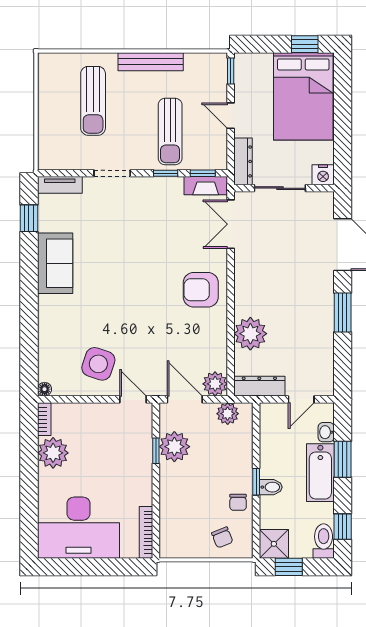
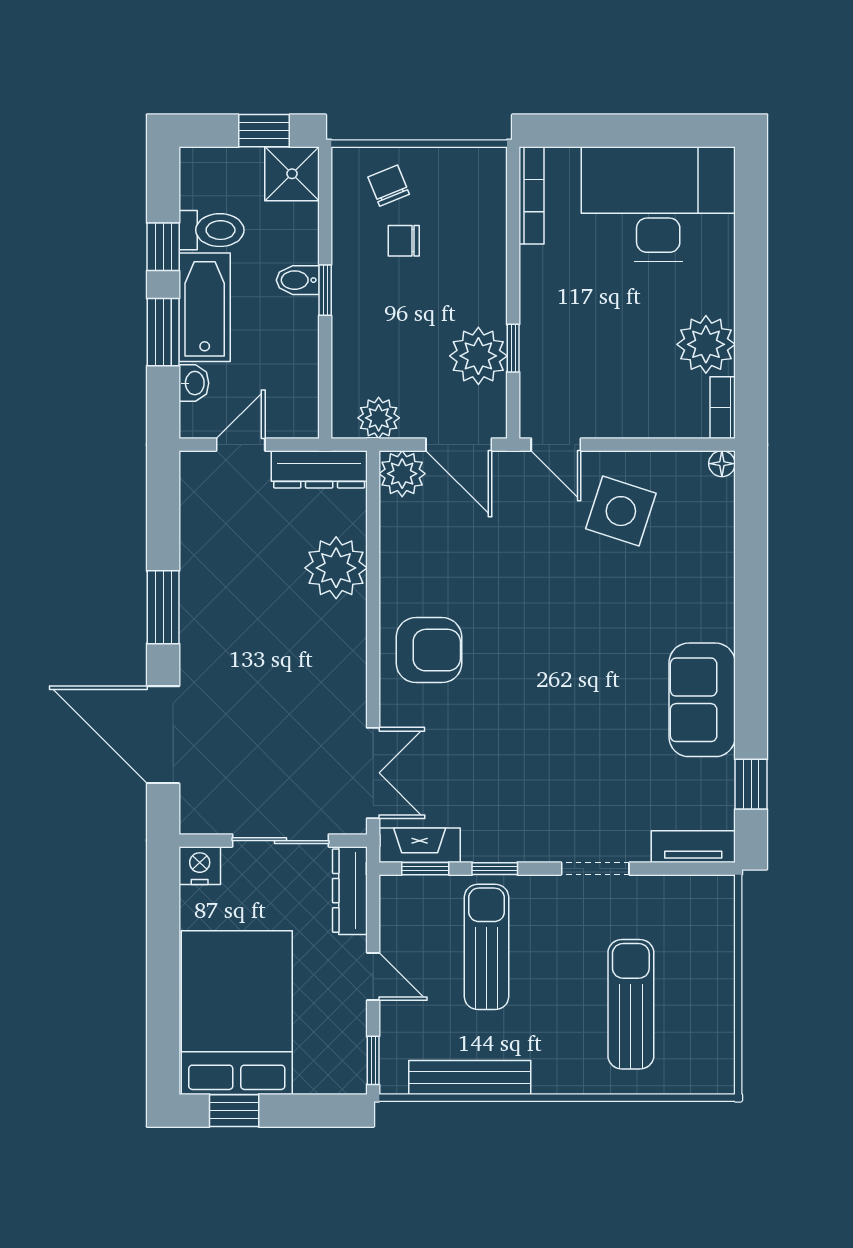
bench: (151, 62) -> (470, 1078), moved
chair: (238, 502) -> (404, 241), moved, turned -90
window: (343, 527) -> (163, 247), moved
toilet: (324, 541) -> (211, 230), moved, turned -90

